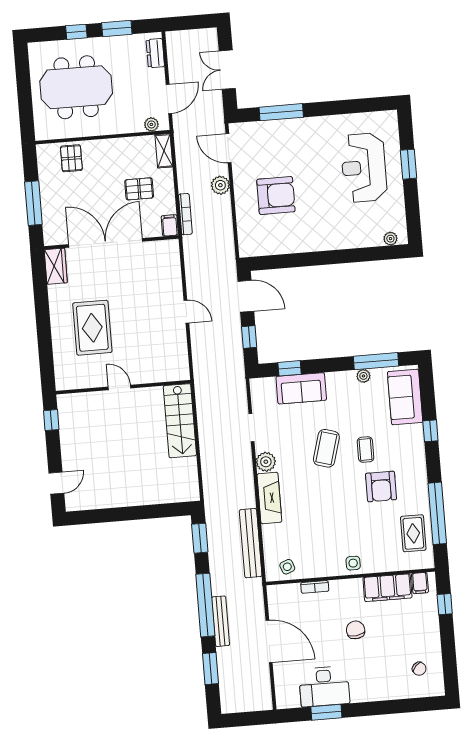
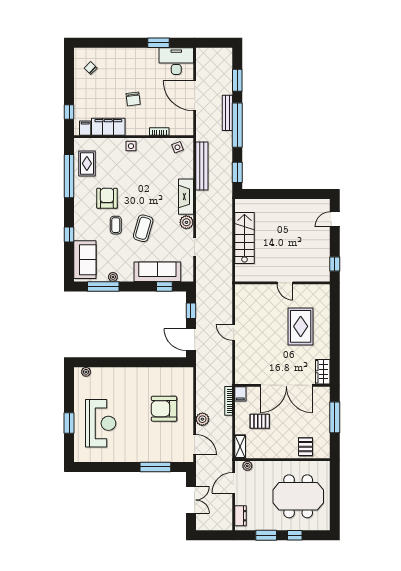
sofa: (301, 388) -> (157, 272), width x1.36
stairs: (180, 421) -> (244, 238), moved
desk: (324, 686) -> (176, 61), moved

